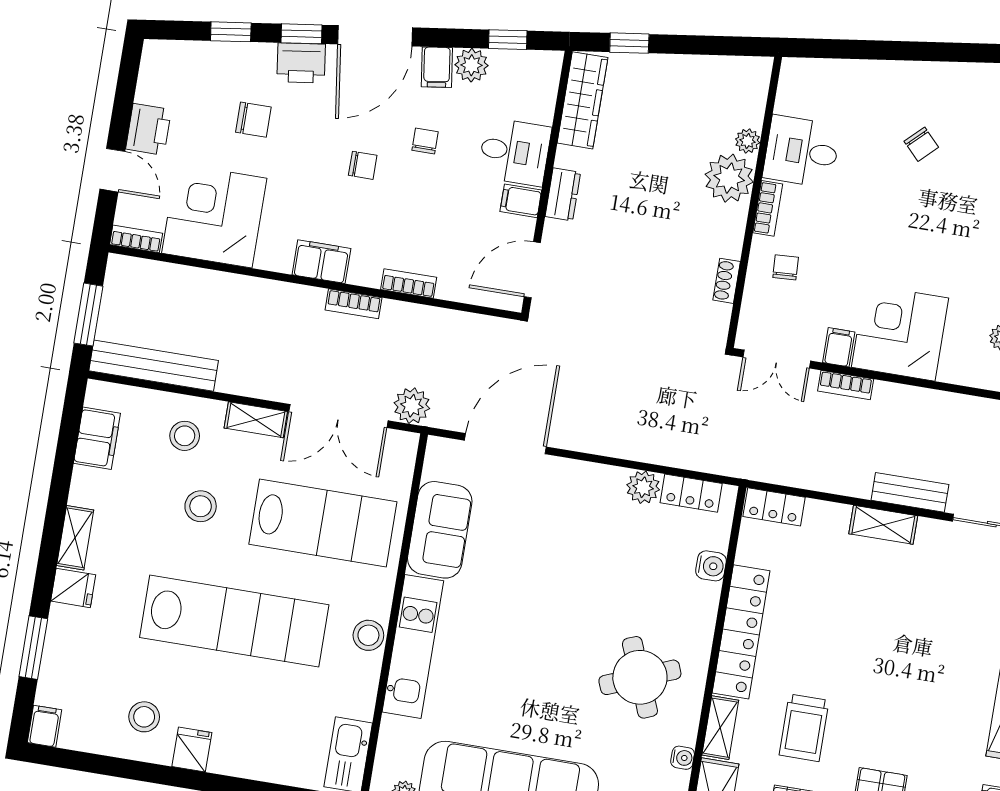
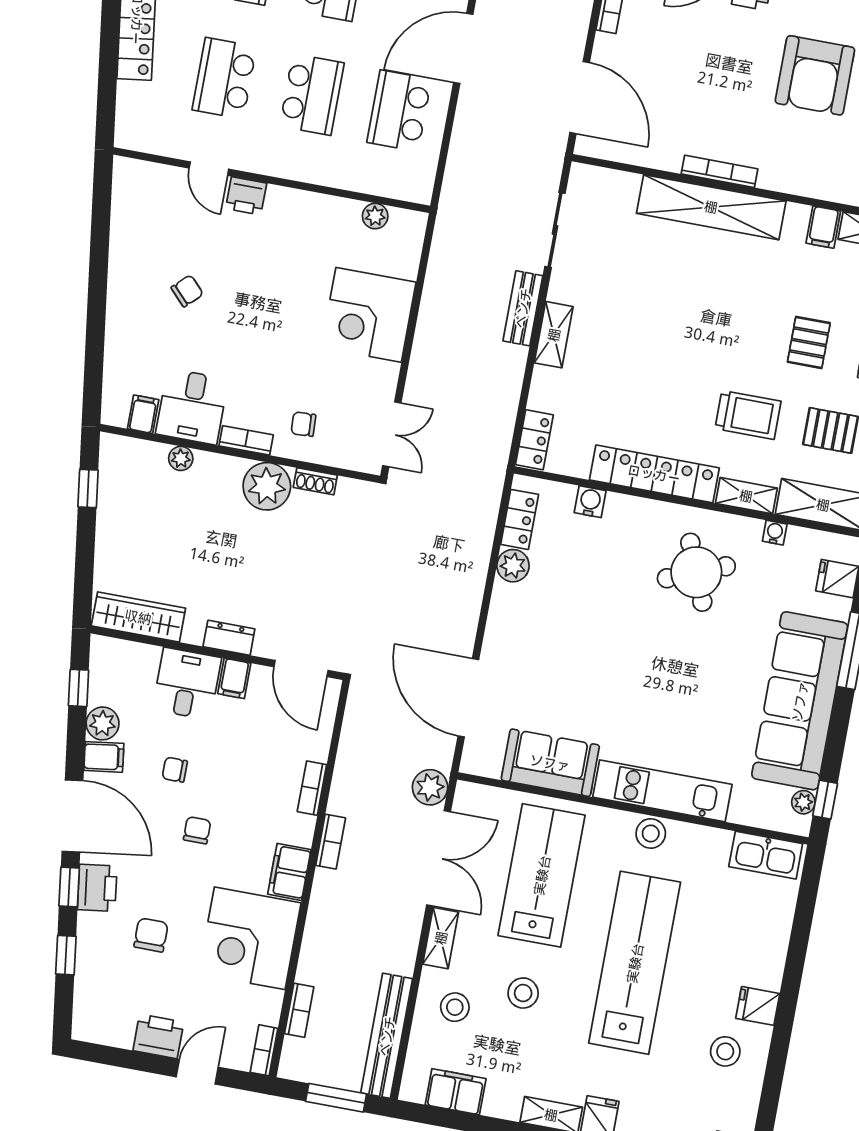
window: (629, 43) -> (88, 489), moved
plant: (729, 178) -> (267, 486), moved
corner desk: (214, 216) -> (250, 938), moved
filing cabinet: (839, 347) -> (143, 414), moved, turned 90
bookcase: (846, 385) -> (299, 1010), moved

